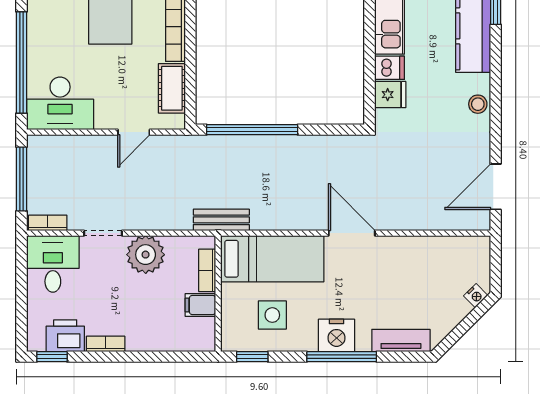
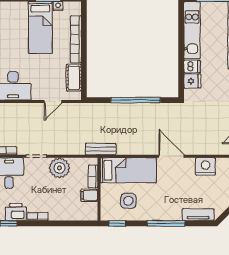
window: (252, 130) -> (136, 100), moved
nightstand: (337, 335) -> (205, 166), moved, turned 180

